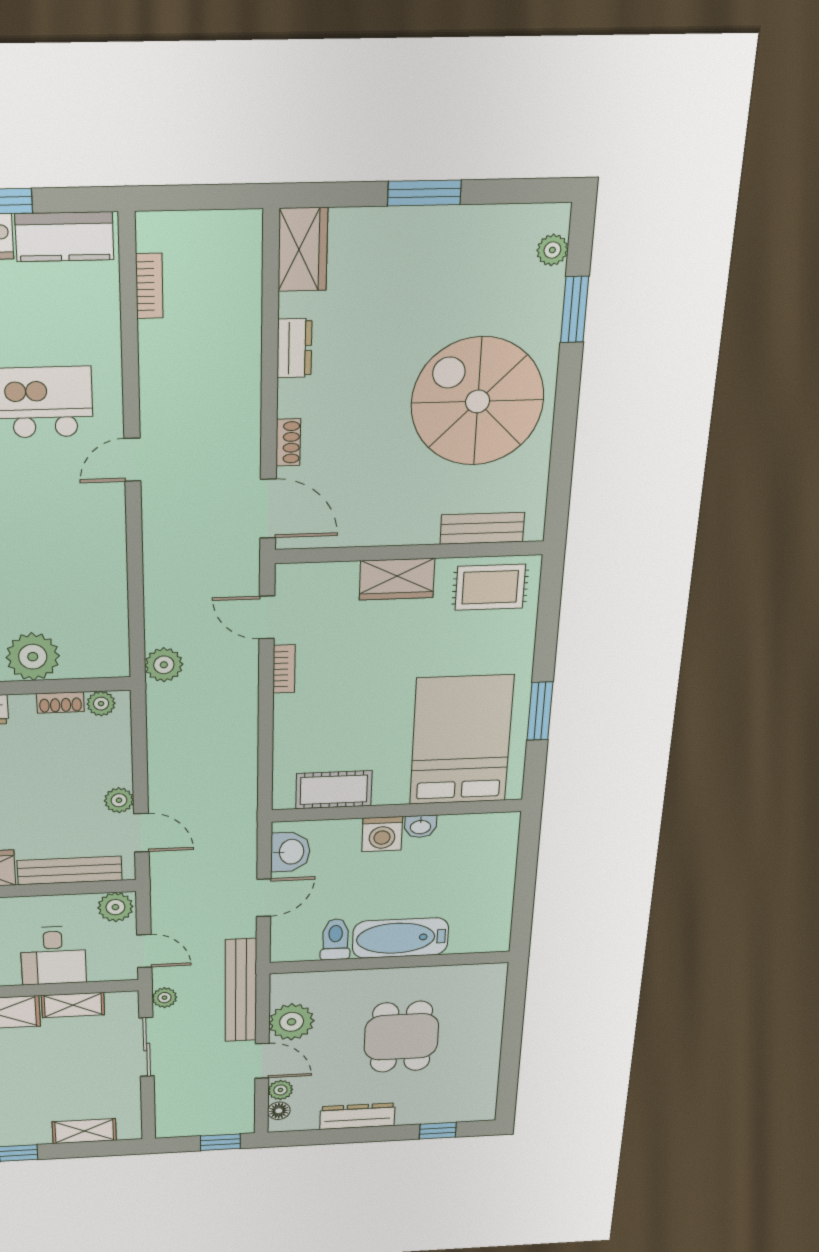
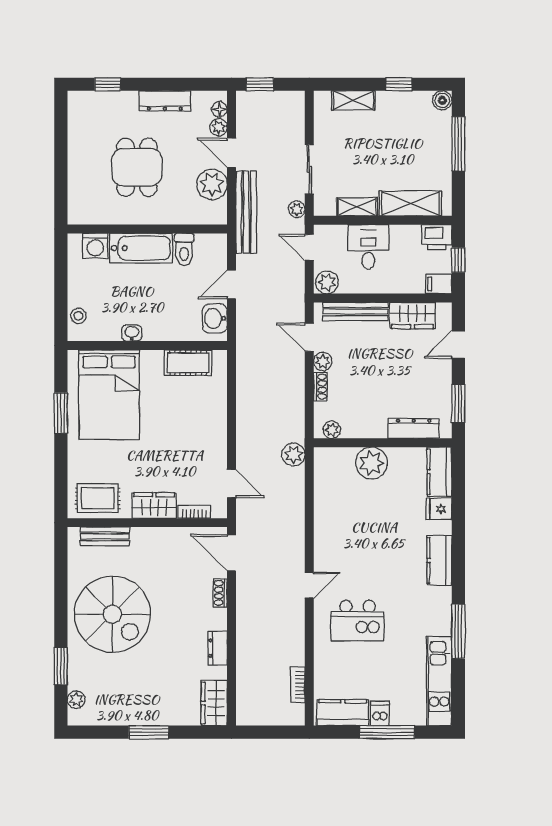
bookcase: (284, 669) -> (194, 512), moved, turned 90
shoe rack: (60, 702) -> (320, 387), moved, turned 90
washing machine: (382, 834) -> (95, 246), moved, turned 180
stool: (501, 846) -> (78, 316), added

